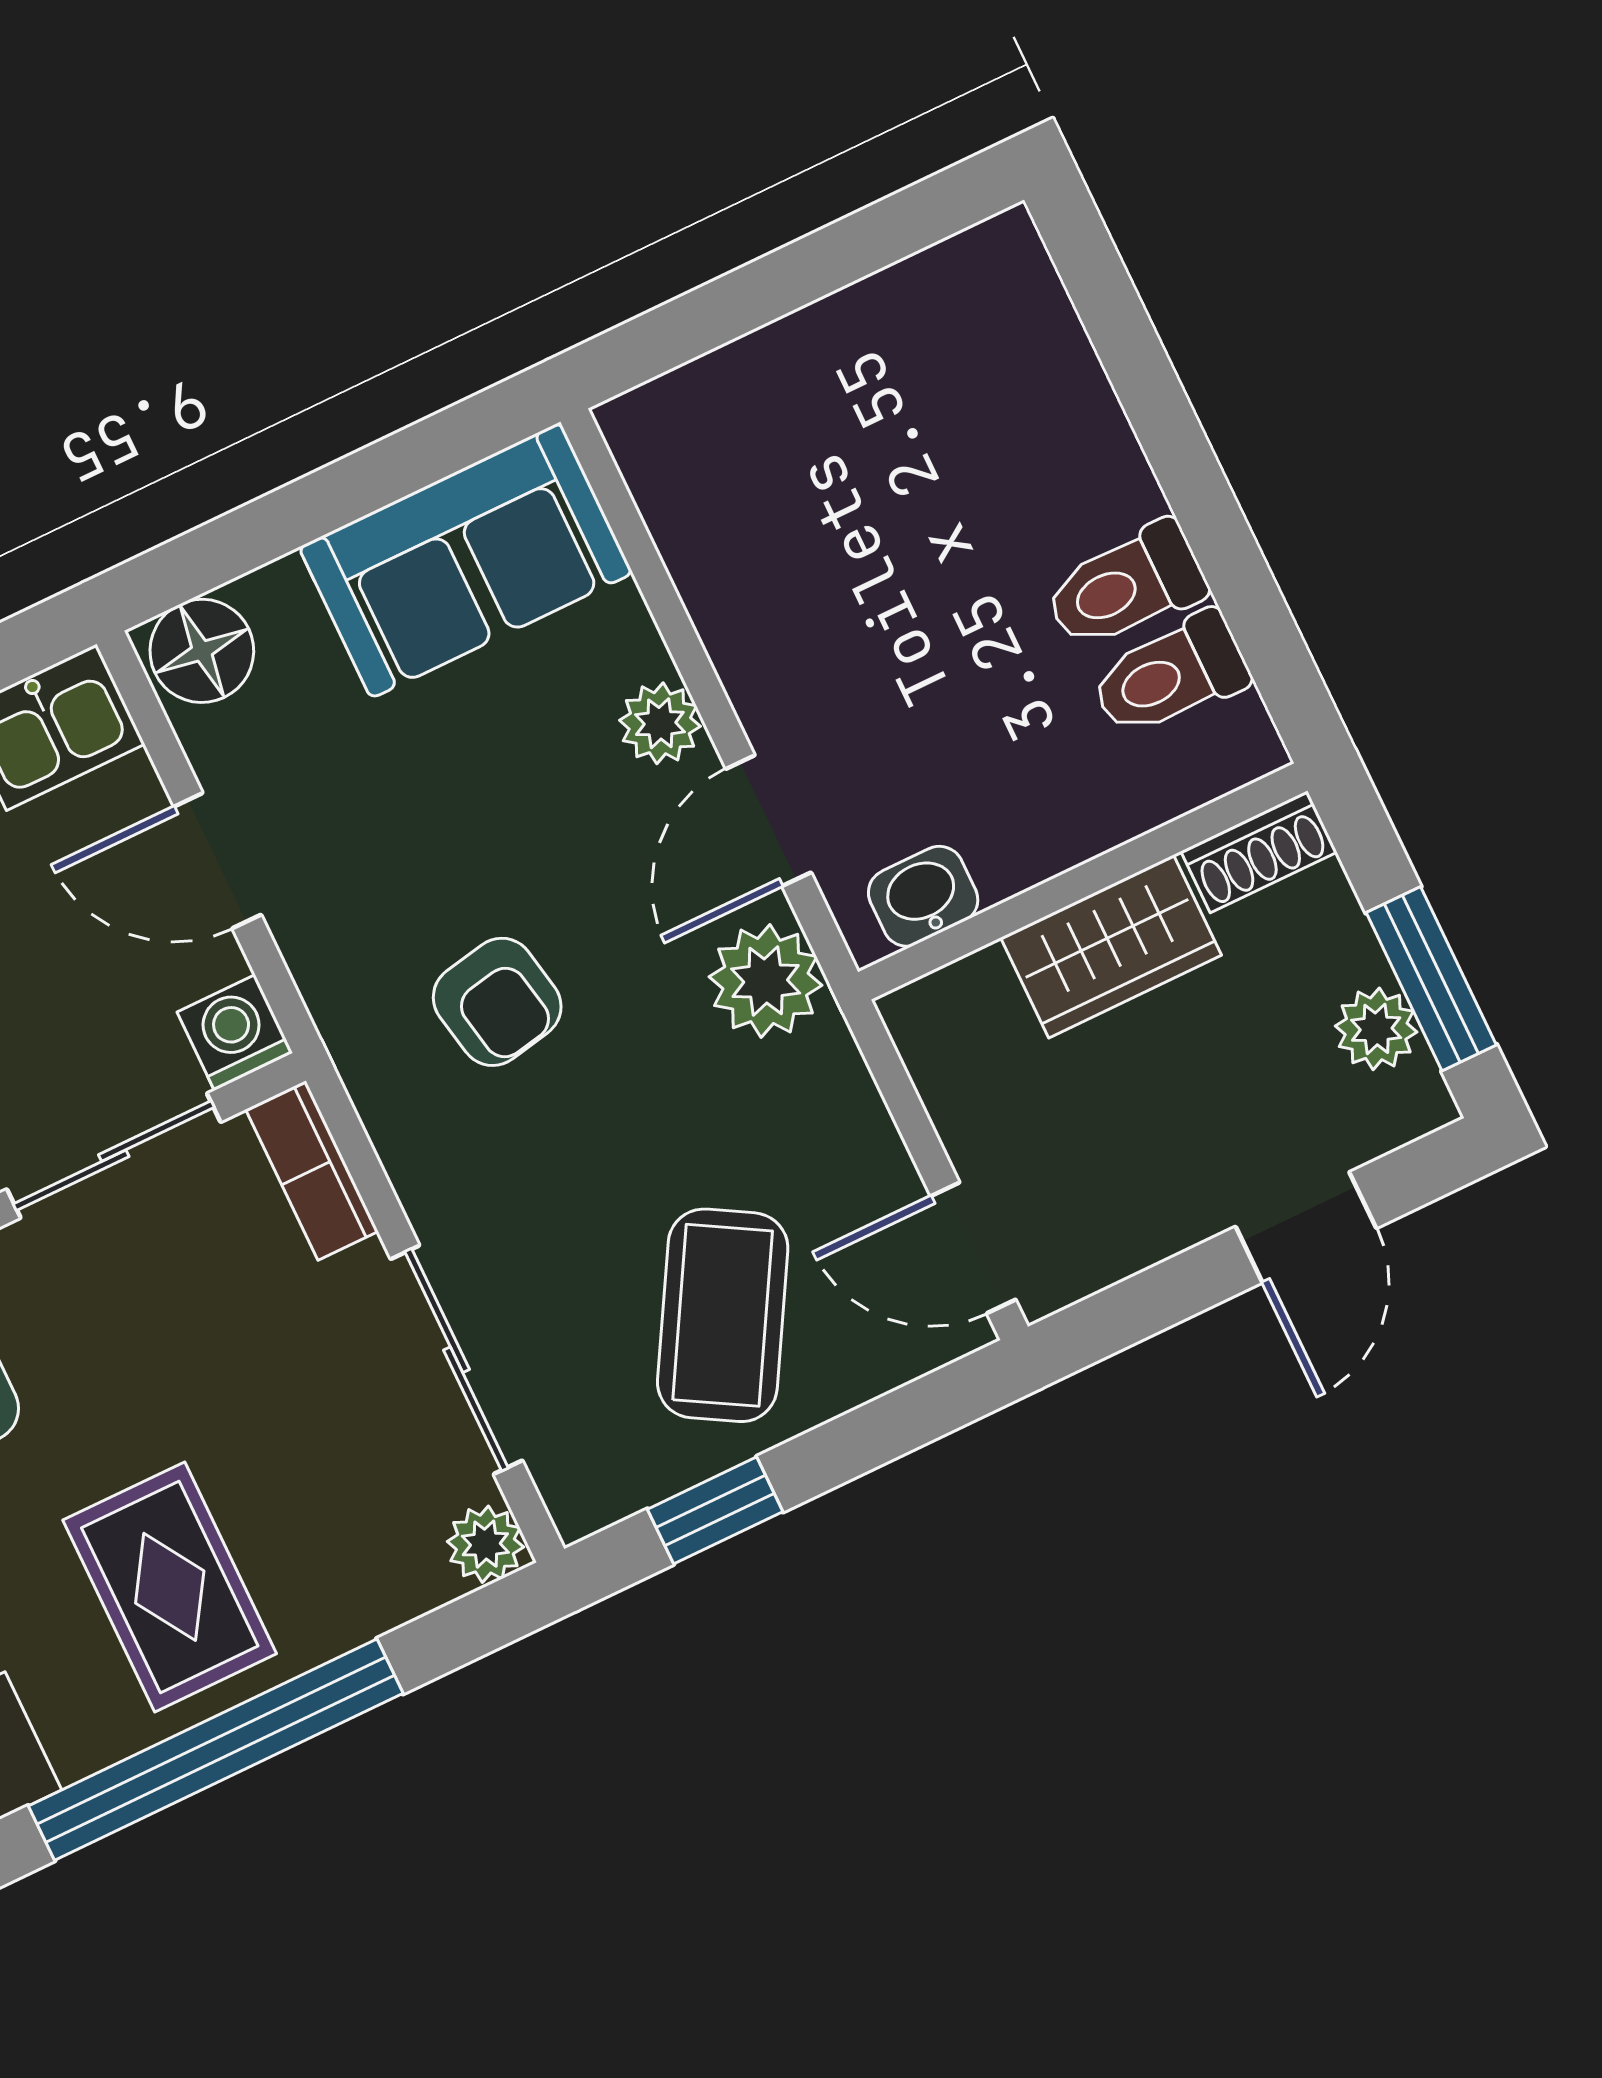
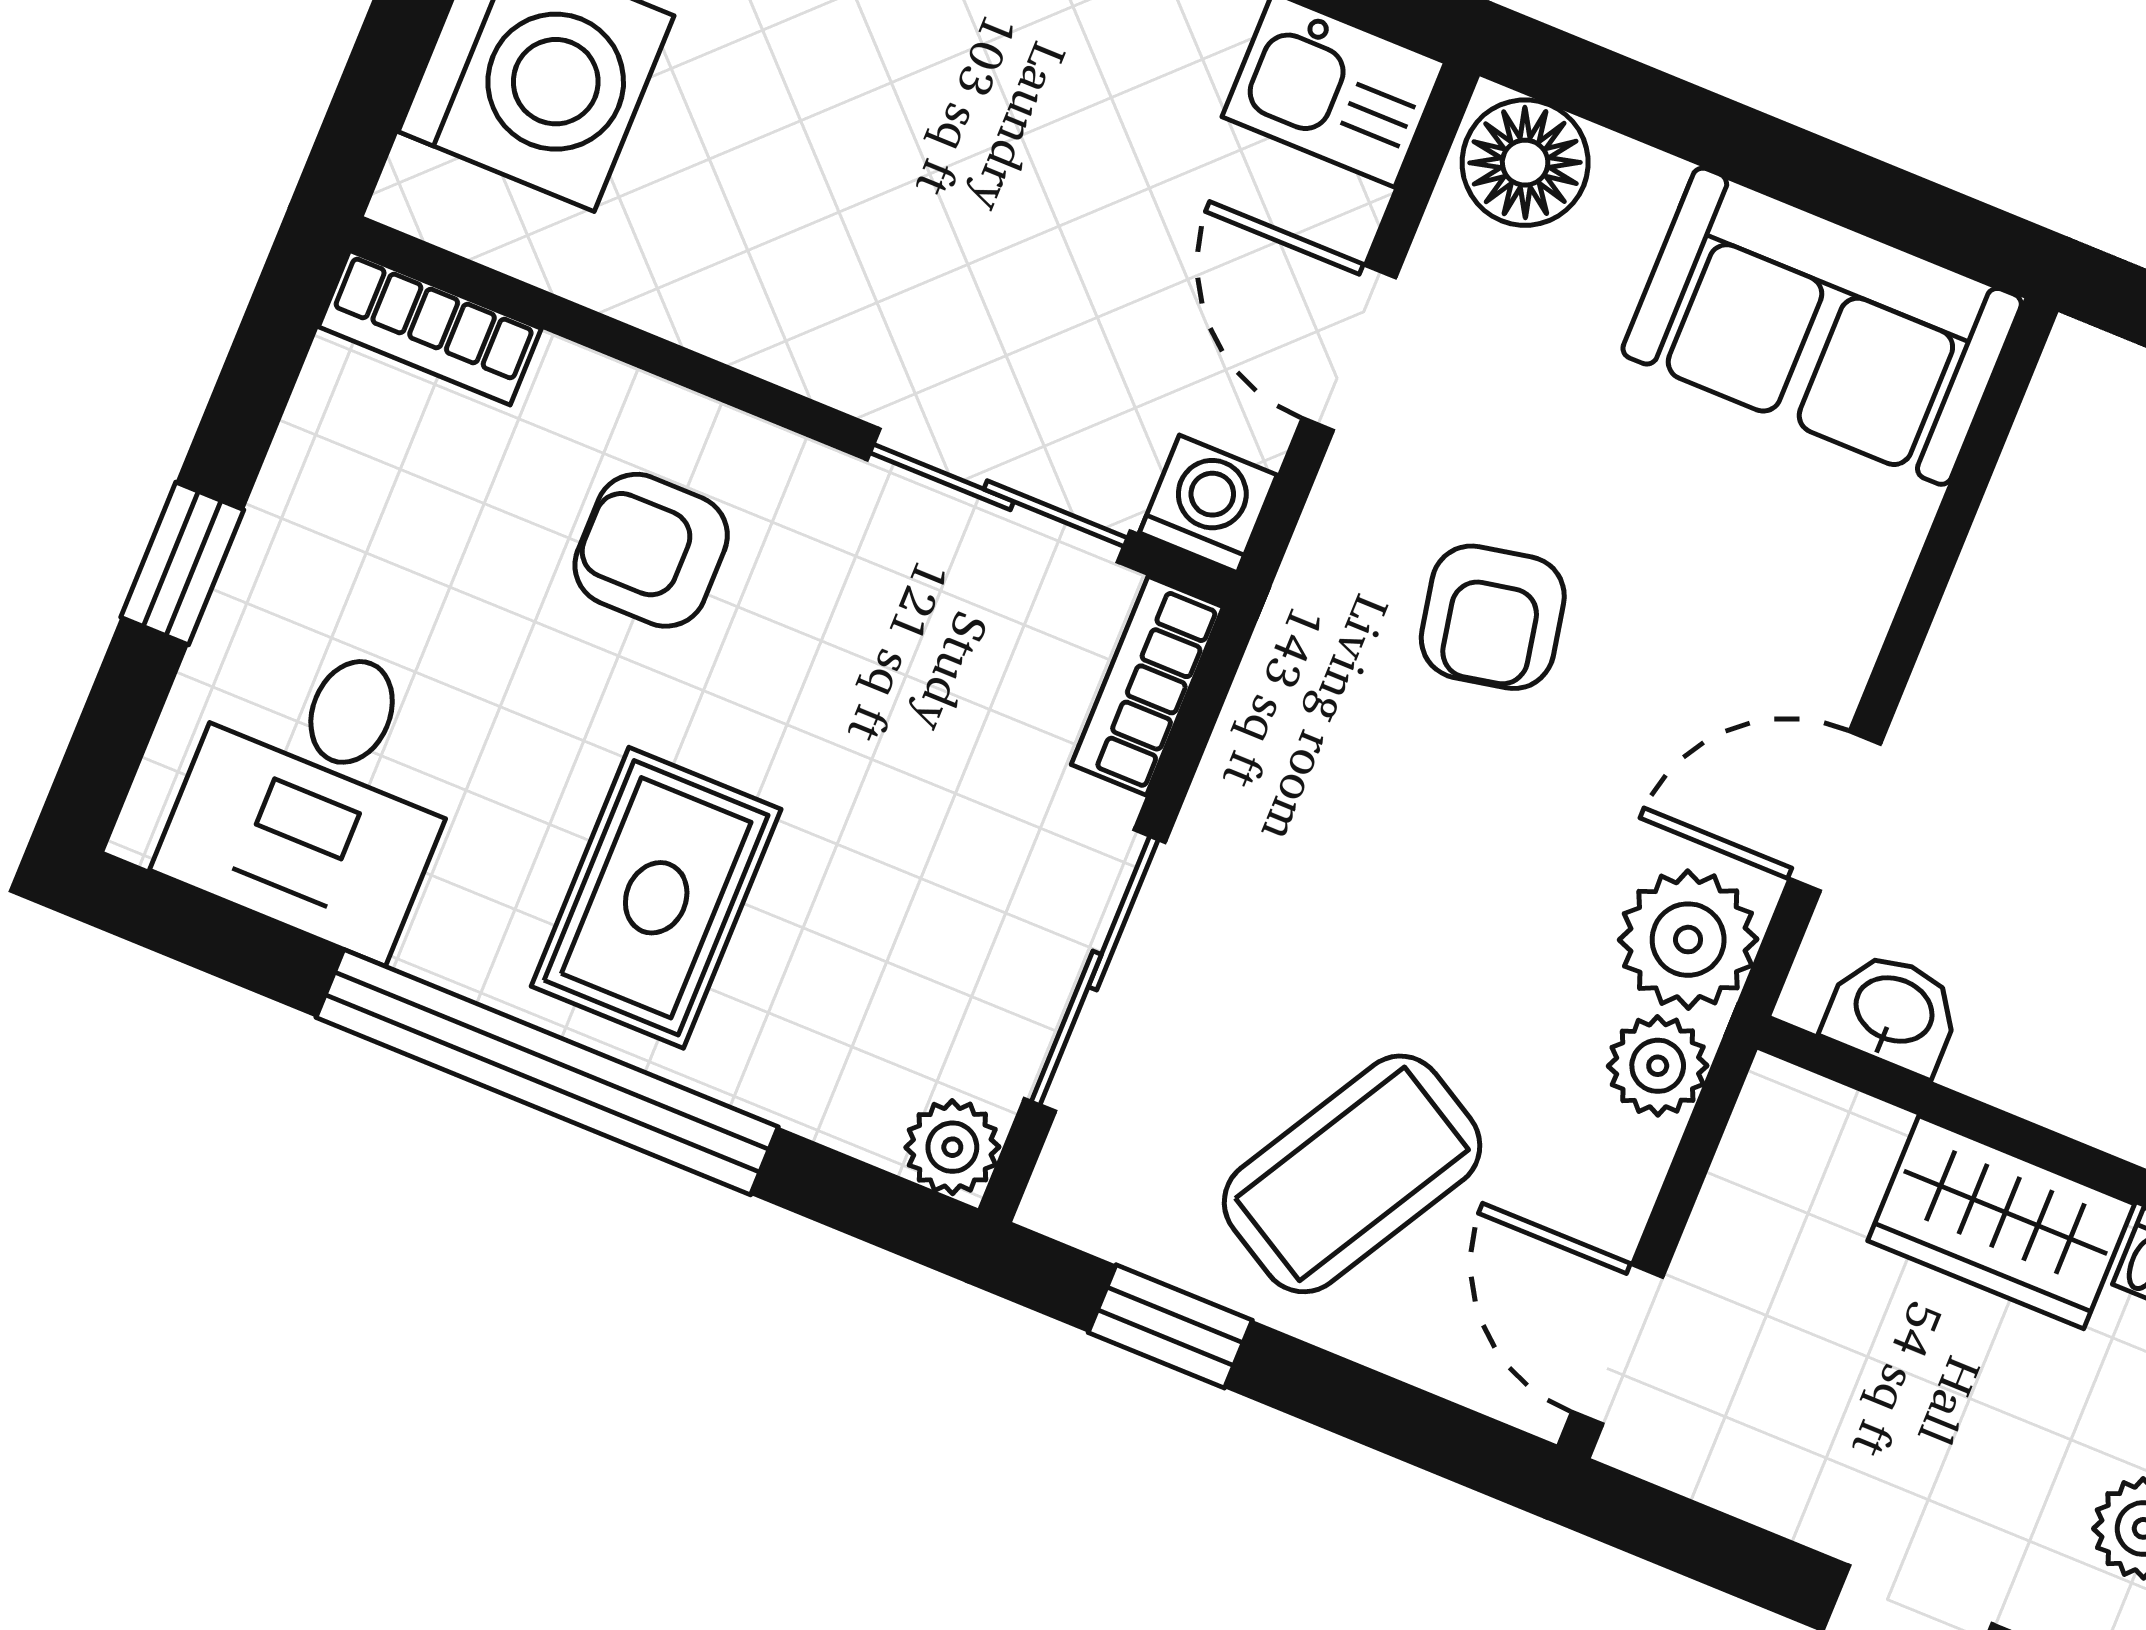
plant: (660, 723) -> (1658, 1066), moved
armchair: (497, 1002) -> (1493, 617), moved

